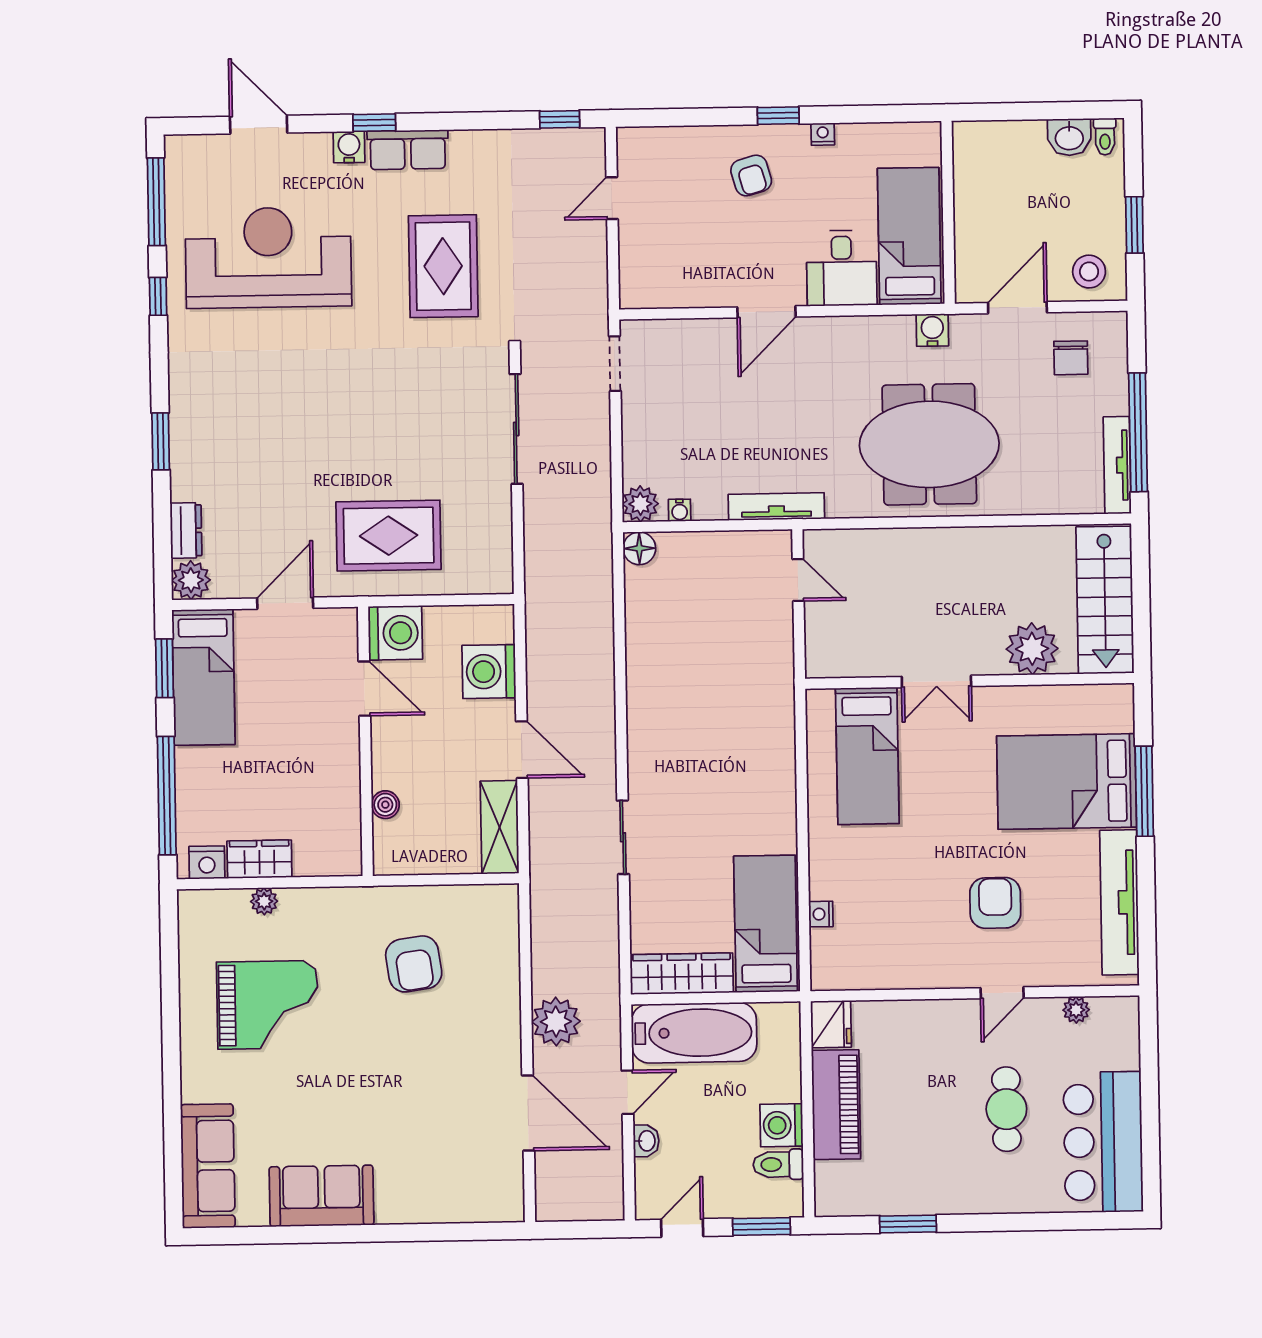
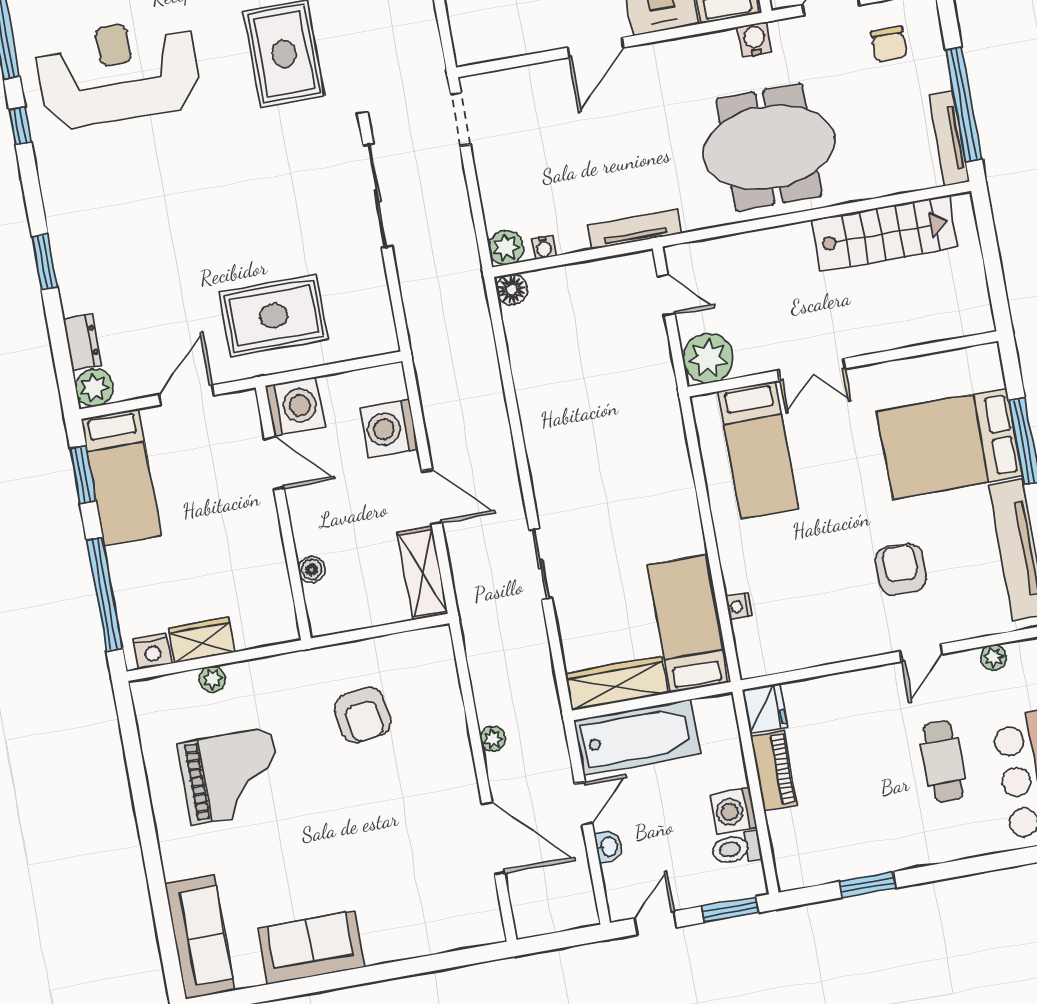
stairs: (1105, 600) -> (884, 233), moved, turned -90
plant: (1032, 649) -> (708, 358), moved
plant: (556, 1022) -> (493, 739), width x0.53, depth x0.53
piano: (836, 1105) -> (774, 771), width x0.73, depth x0.75

